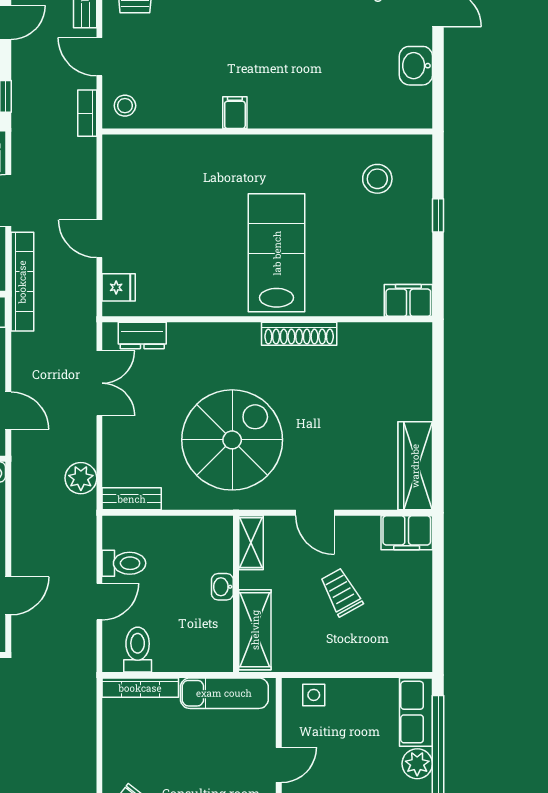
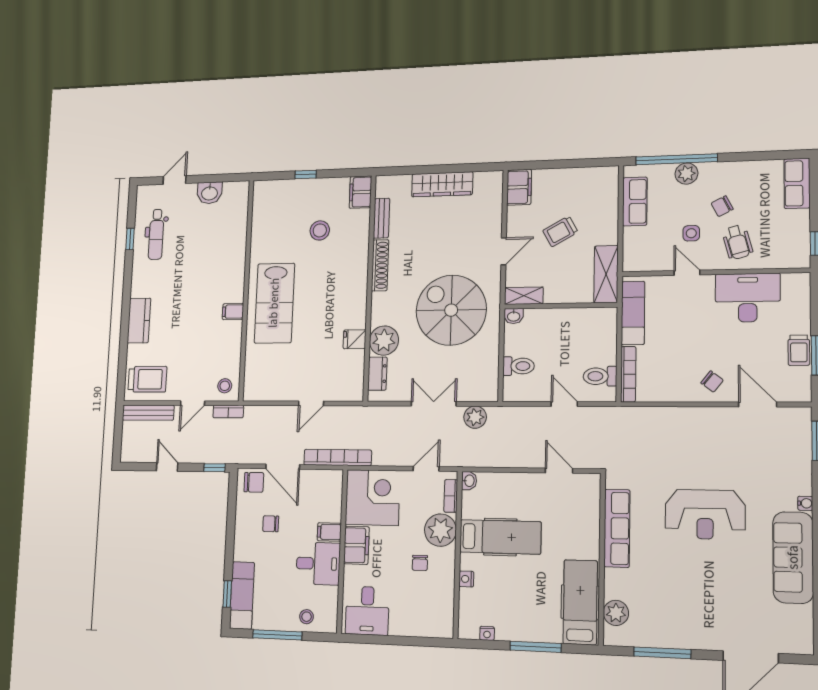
stool: (377, 179) -> (320, 230), moved
lab bench: (277, 253) -> (274, 303), moved, turned -90
fridge: (119, 287) -> (355, 339), moved, turned -90
plant: (190, 343) -> (384, 341), added
double door: (99, 383) -> (434, 404), moved
wardrobe: (415, 466) -> (442, 184), moved
bench: (132, 499) -> (381, 218), moved
toilet: (124, 563) -> (519, 366), moved, turned 90
washbasin: (222, 587) -> (514, 316), moved
shelving: (255, 630) -> (606, 274), moved, turned 90
side table: (314, 695) -> (691, 233), moved
row of seats: (416, 712) -> (635, 201), moved, turned -90

